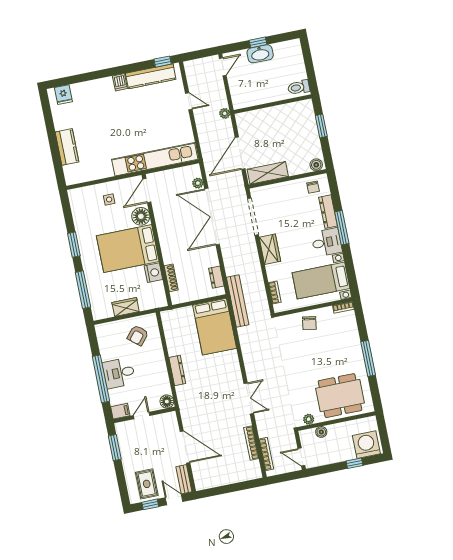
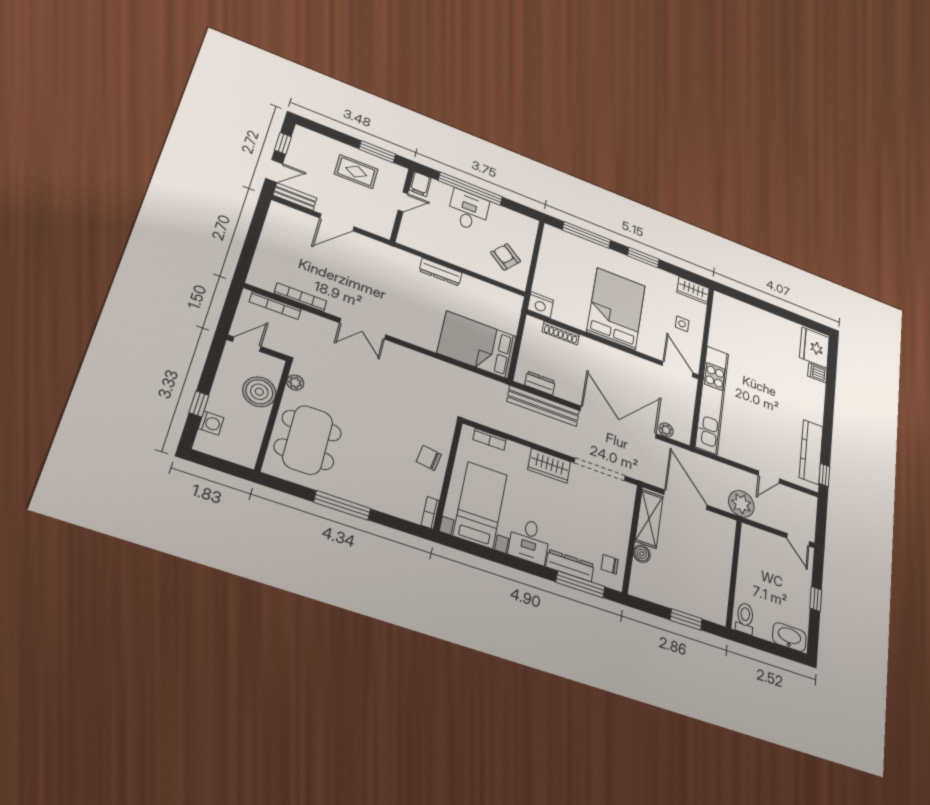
washbasin: (260, 54) -> (789, 637), moved, turned 90
dishwasher: (120, 82) -> (817, 373), moved
fridge: (63, 95) -> (814, 348), width x1.88, depth x1.34
plant: (225, 113) -> (741, 504), width x1.88, depth x1.88
kitchen counter: (67, 147) -> (758, 318), removed
boiler: (316, 165) -> (642, 554), moved
floor lamp: (141, 216) -> (649, 345), removed
window: (342, 228) -> (580, 584), moved
nightstand: (153, 273) -> (540, 305), moved
bench: (238, 301) -> (543, 406), moved
wardrobe: (126, 307) -> (693, 290), moved, turned 90
floor lamp: (167, 402) -> (407, 238), removed
door: (142, 416) -> (403, 202), hinge flipped
boiler: (321, 432) -> (259, 392), width x1.86, depth x1.86
washing machine: (366, 445) -> (211, 423), width x0.53, depth x0.53
door: (185, 447) -> (337, 222), width x0.73
rug: (147, 484) -> (356, 172), moved

